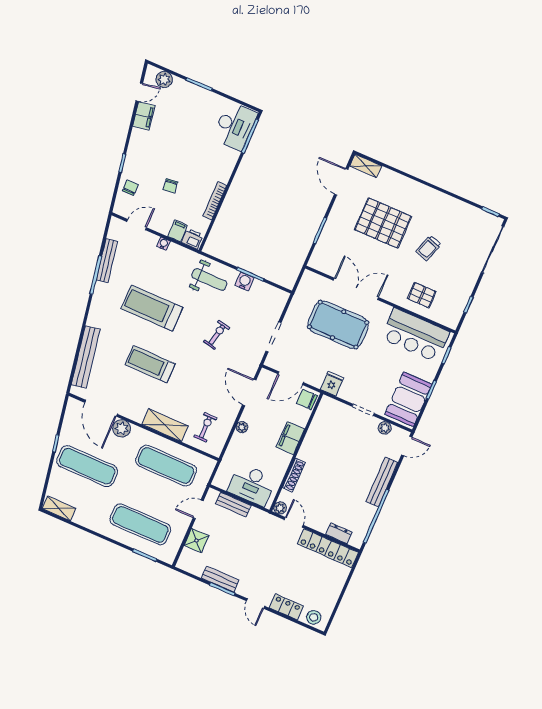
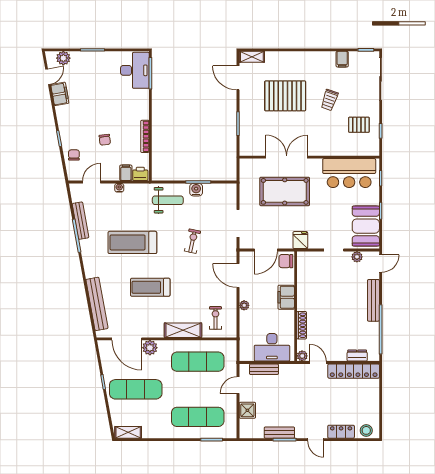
filing cabinet: (461, 210) -> (342, 59), added
pallet: (422, 295) -> (359, 125), moved

